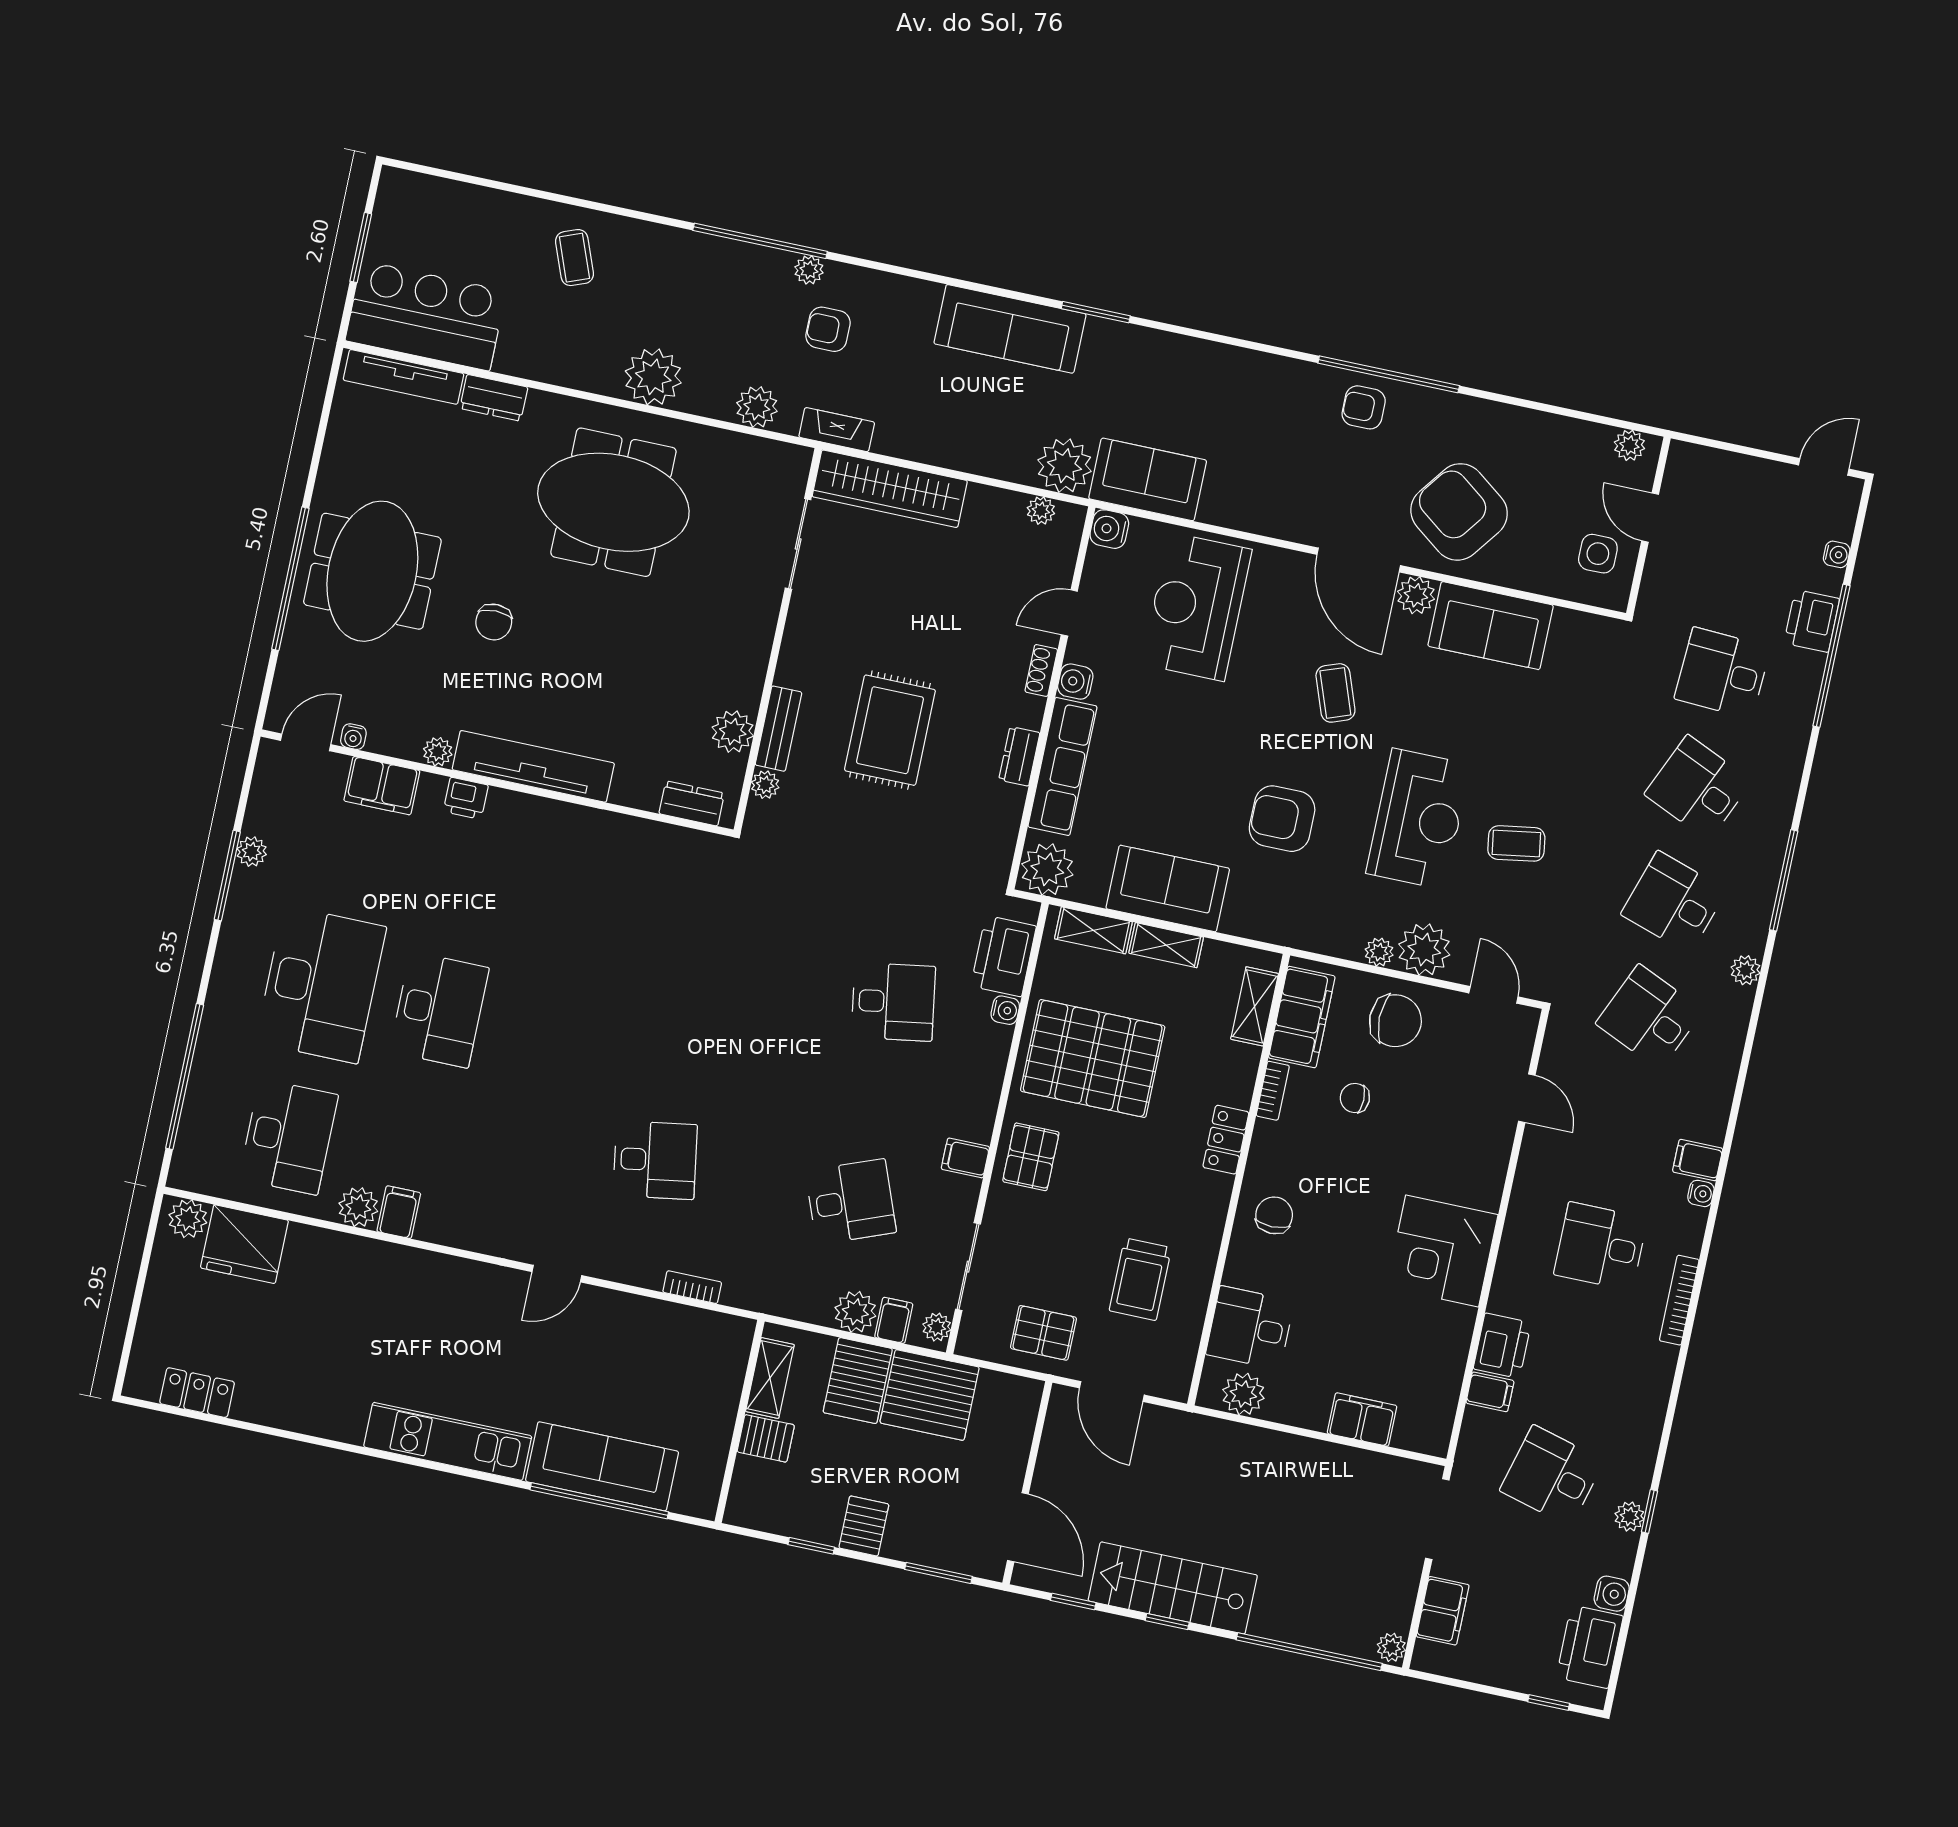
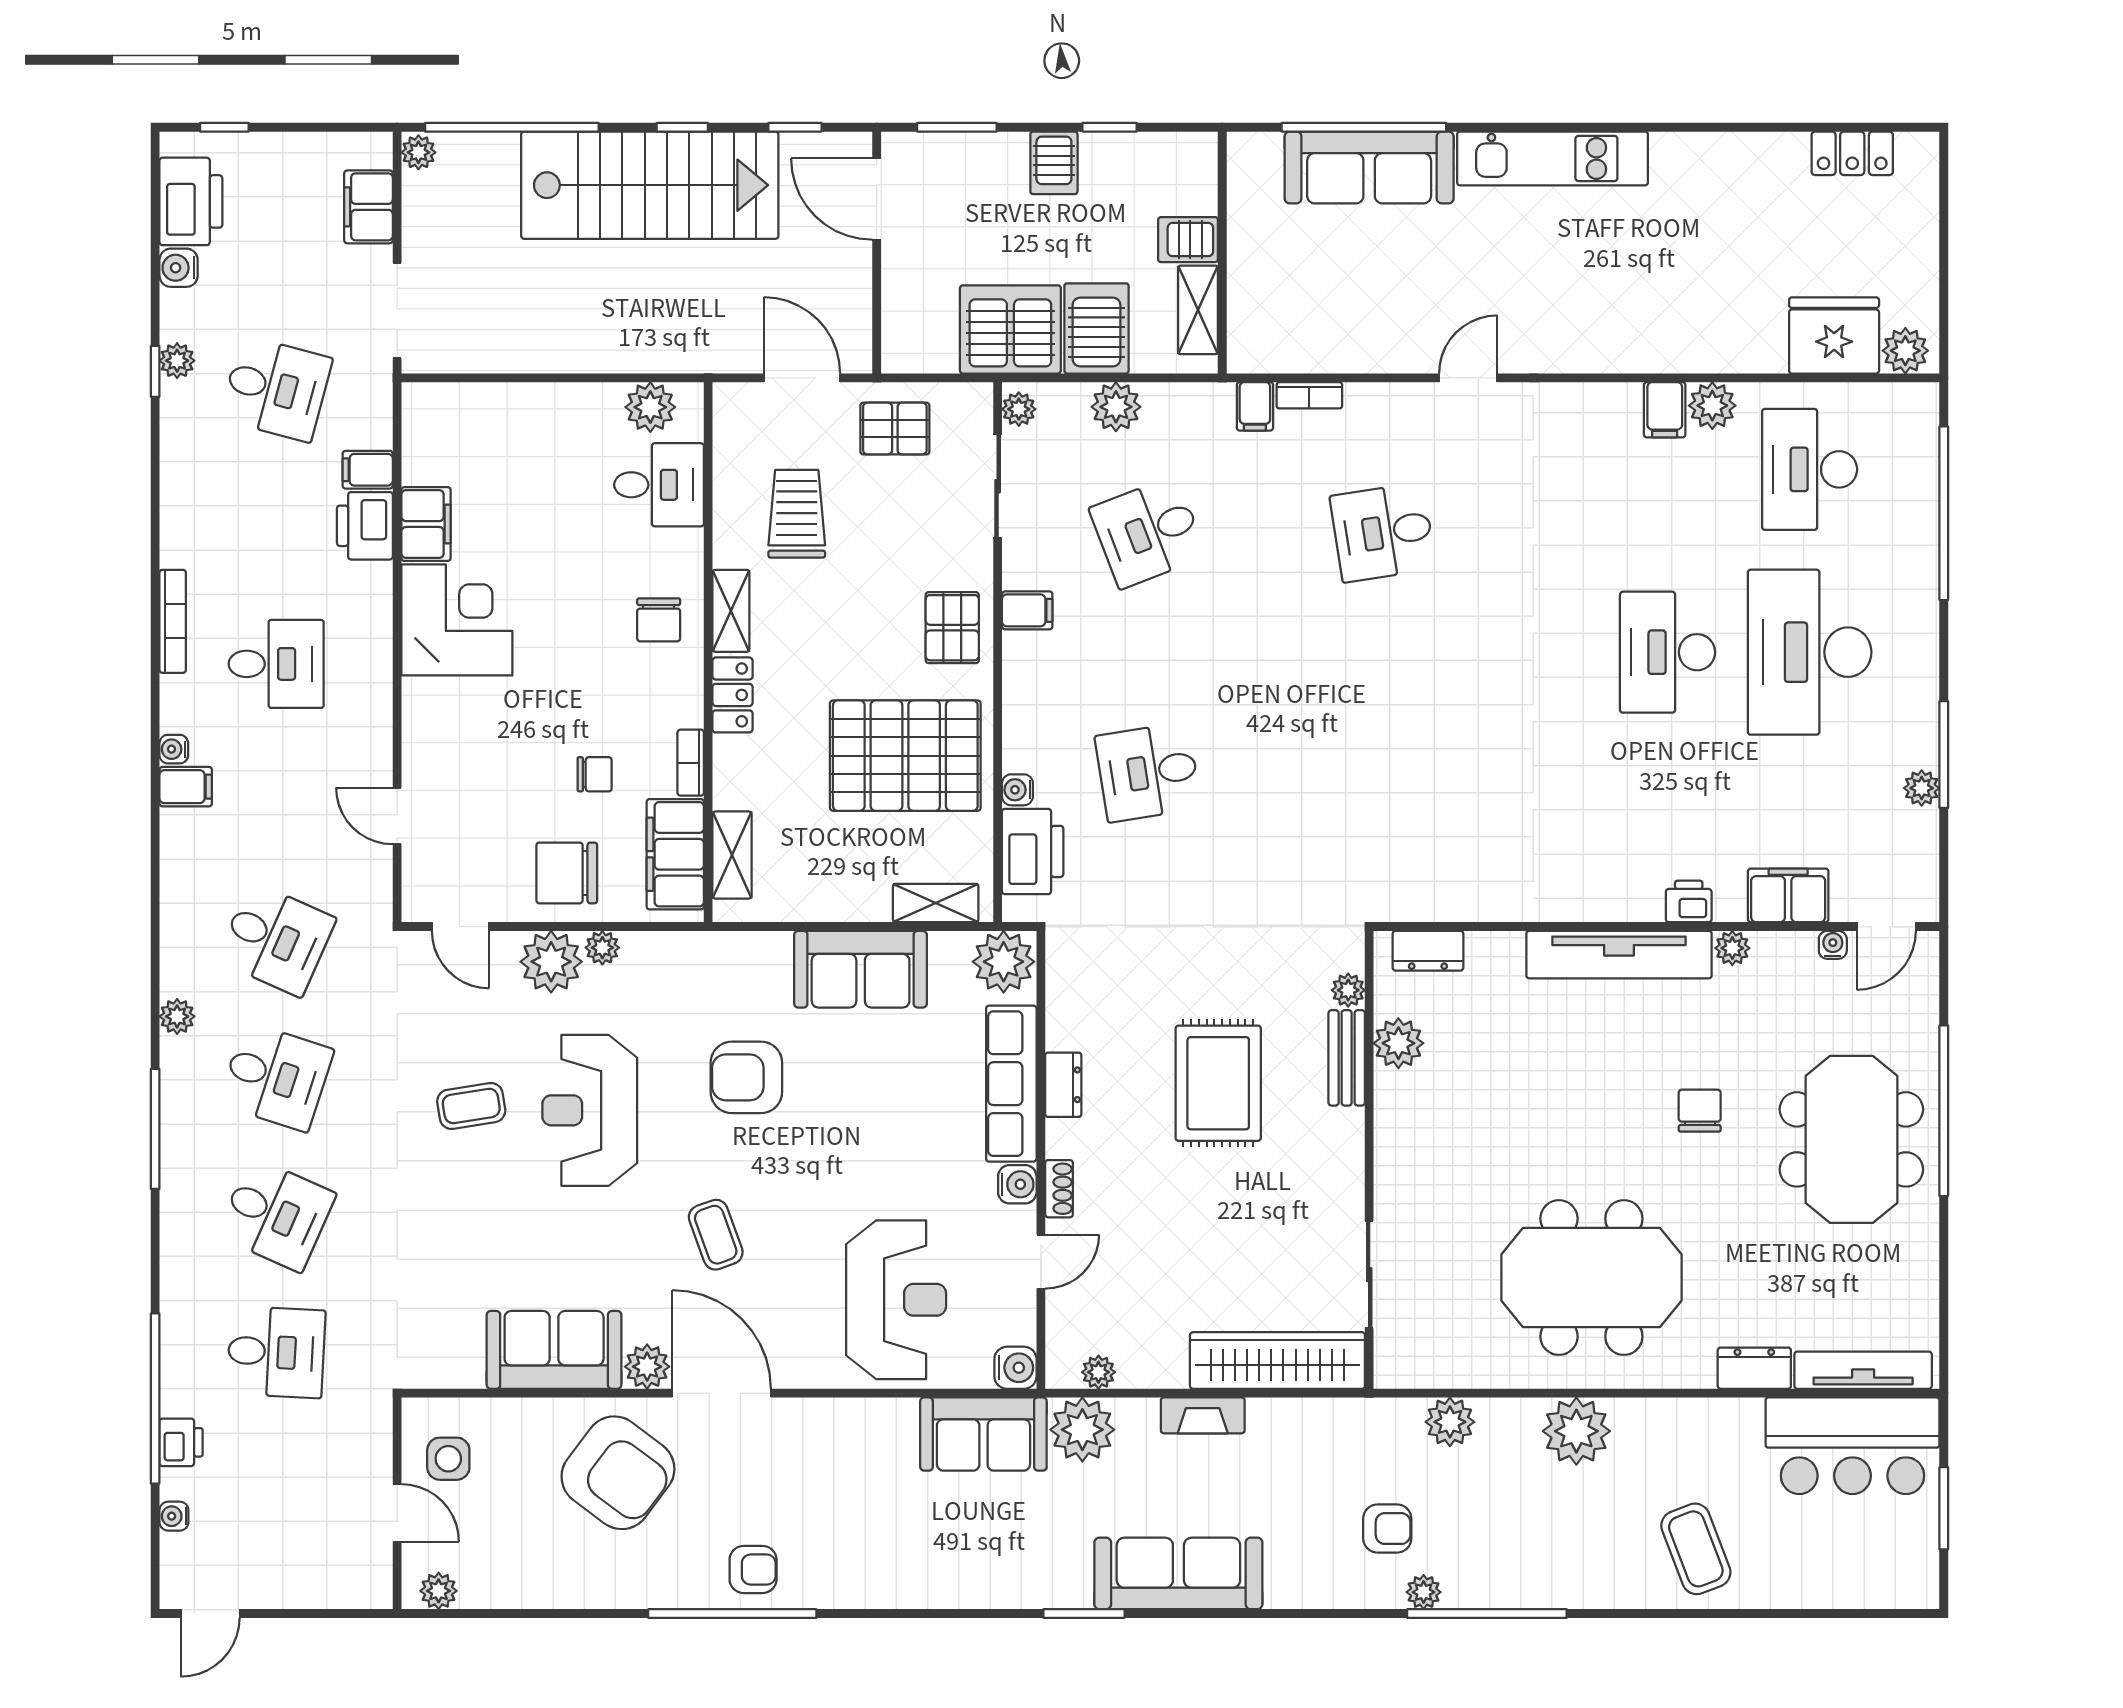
coffee table: (574, 258) -> (1696, 1549), width x1.36, depth x1.30
fireplace: (837, 430) -> (1203, 1415), moved
printer: (1812, 621) -> (181, 1442), width x0.73, depth x0.81
armchair: (1282, 819) -> (746, 1077), turned 180
shelving: (1166, 945) -> (731, 611), moved, turned 90
filing cabinet: (894, 1320) -> (1255, 406), moved
filing cabinet: (1362, 1420) -> (426, 524), moved, turned -90
stairs: (1173, 1588) -> (650, 185), width x1.36, depth x1.51

